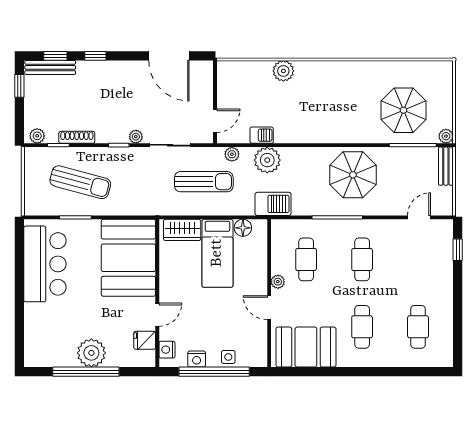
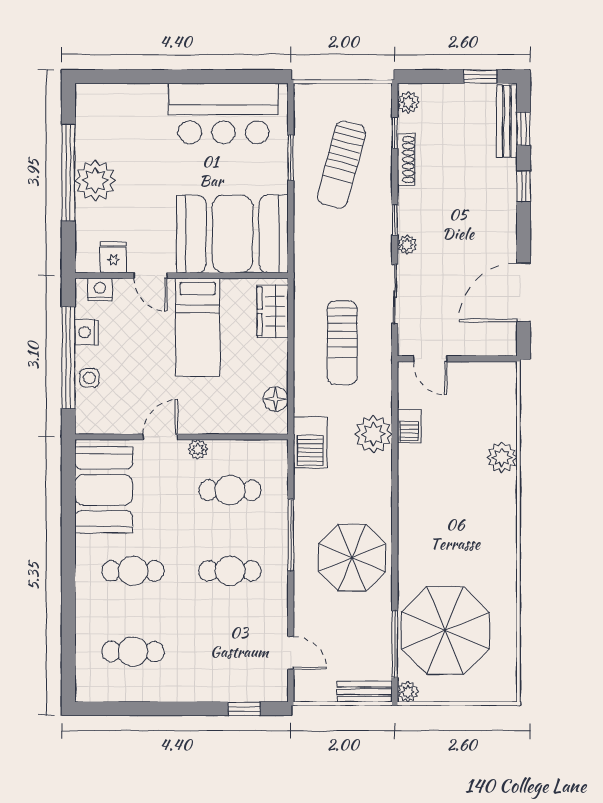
parasol: (403, 110) -> (445, 631), width x1.36, depth x1.36
plant: (232, 154) -> (382, 383), removed
bed: (217, 253) -> (198, 327), moved, turned -90

